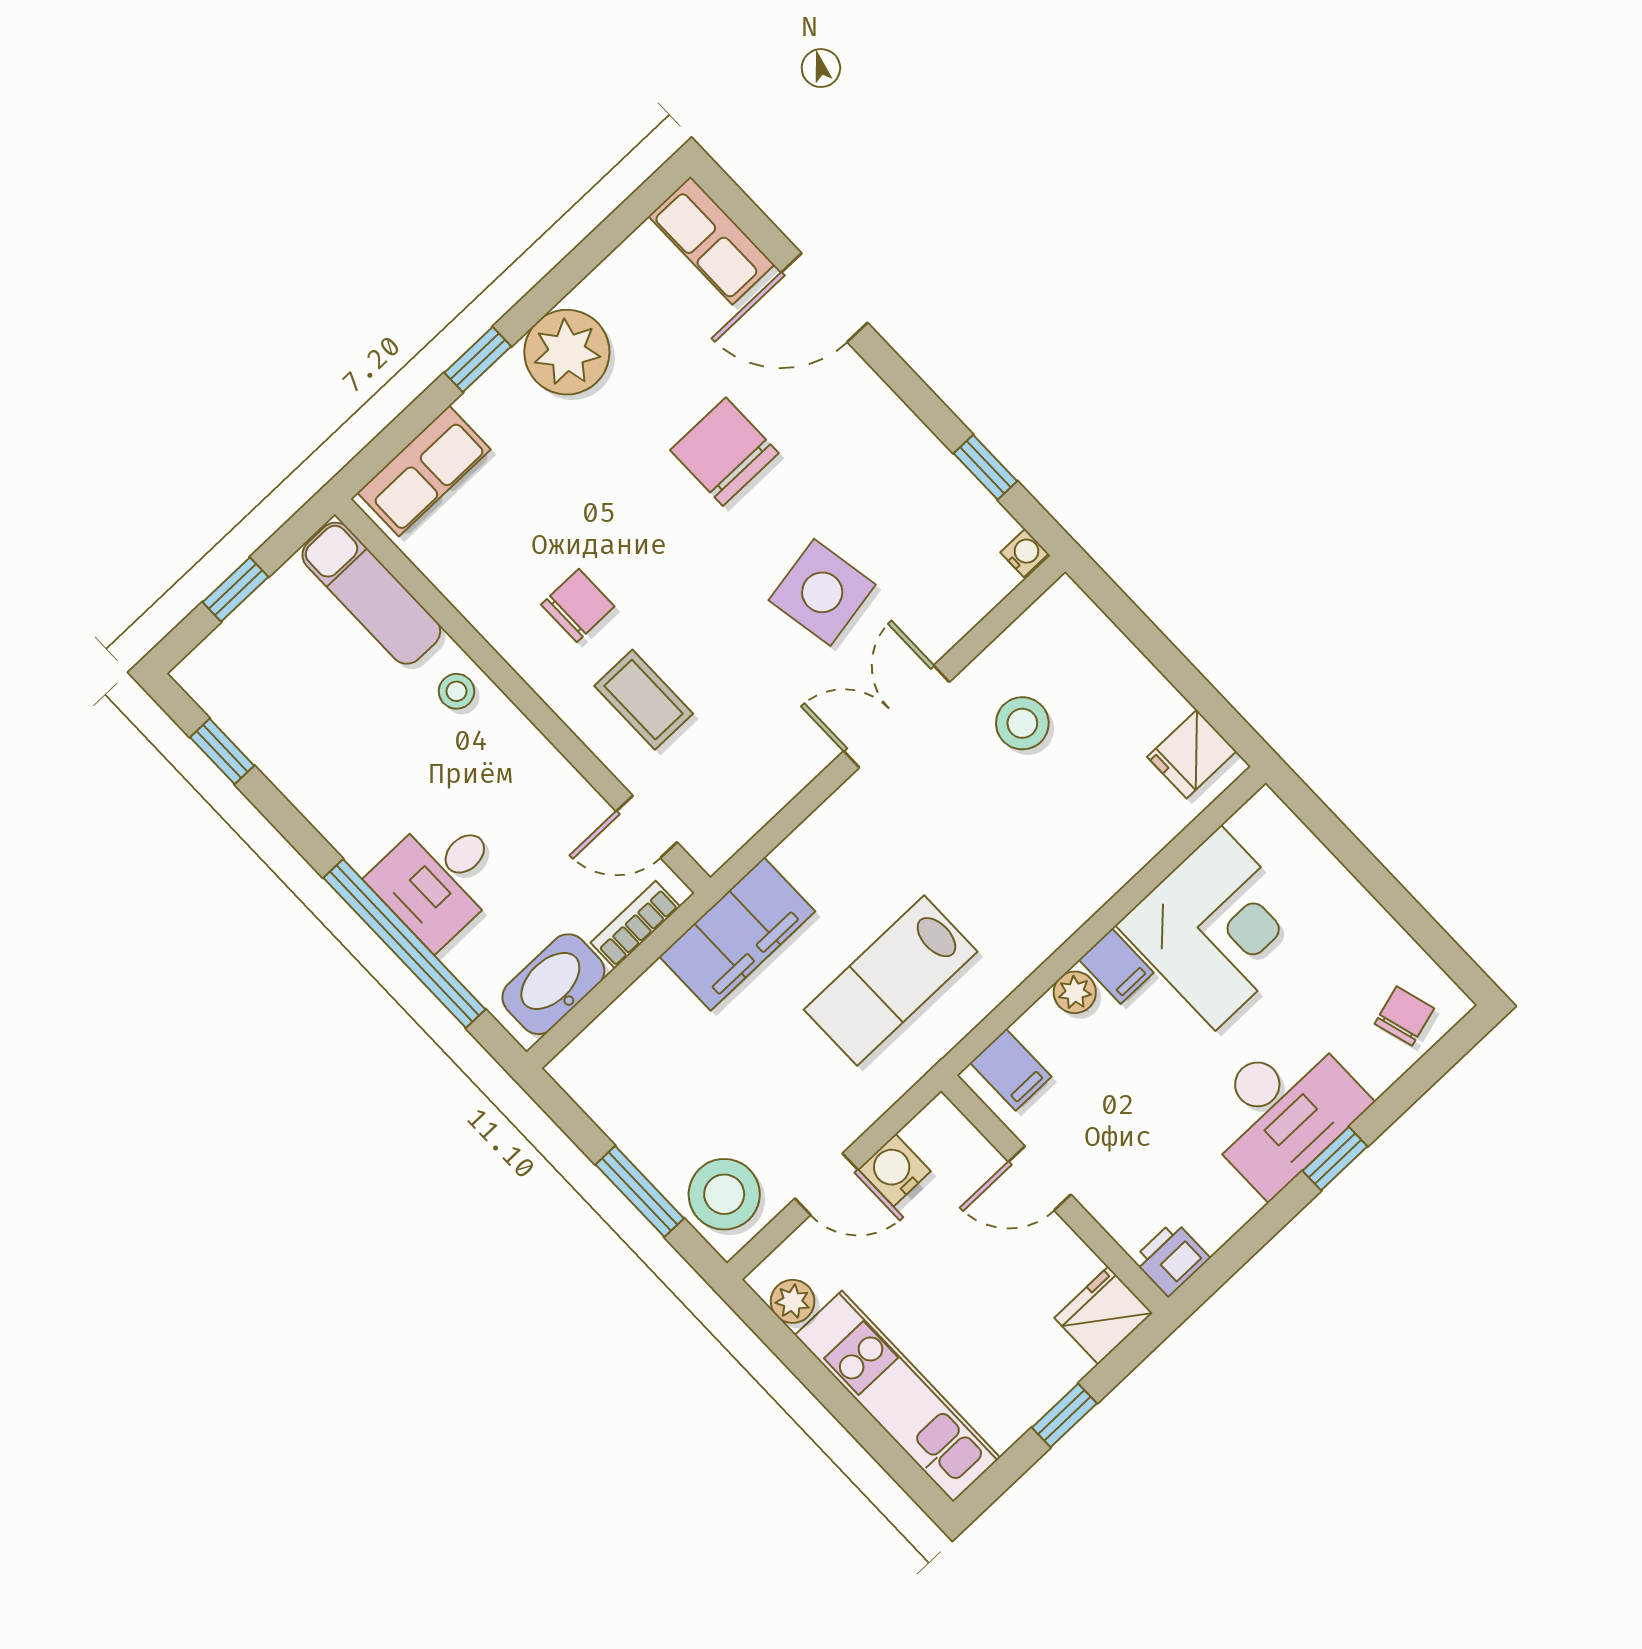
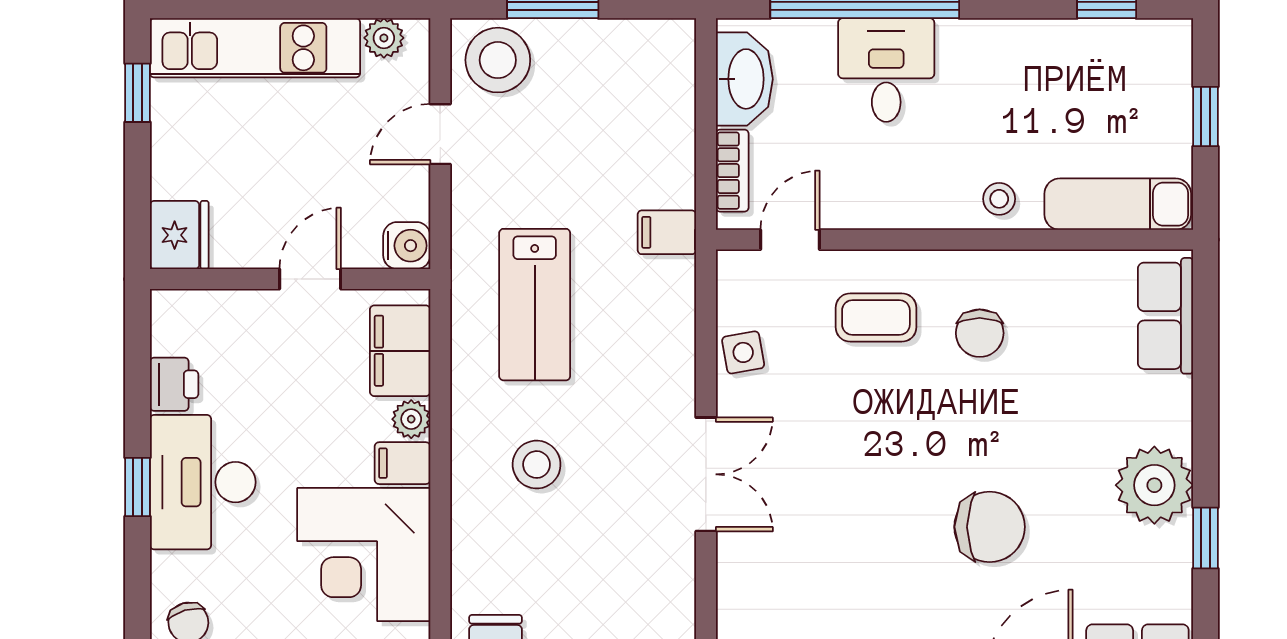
window: (478, 360) -> (1205, 538), moved
side table: (822, 592) -> (743, 352), moved, width x0.54, depth x0.54
stool: (1022, 723) -> (537, 465), moved
filing cabinet: (737, 934) -> (667, 232), width x0.33, depth x0.86
lab bench: (891, 981) -> (535, 305), turned 180
filing cabinet: (1011, 1070) -> (400, 351), width x2.00
water cooler: (894, 1170) -> (407, 246), moved
printer: (1171, 1259) -> (174, 384), moved
window: (1064, 1415) -> (137, 93), moved

